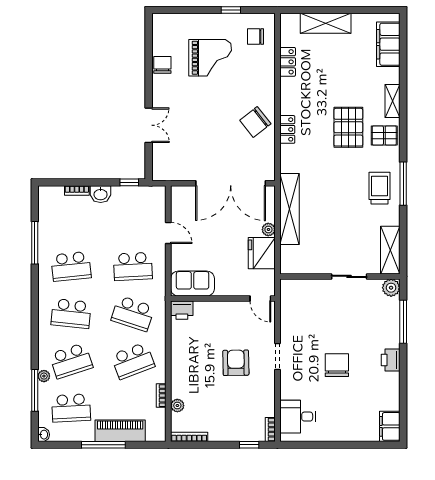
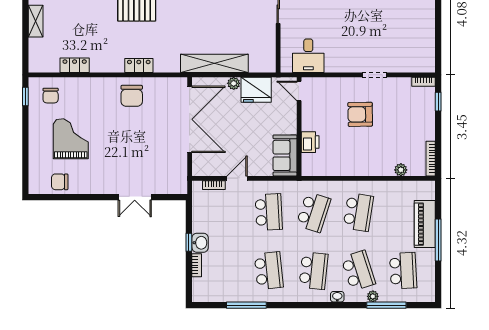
window: (231, 10) -> (25, 96), moved
shelving: (326, 23) -> (36, 21), width x0.67, depth x0.75
chair: (162, 65) -> (60, 182), moved
chair: (255, 122) -> (132, 96), turned 38
double door: (149, 125) -> (135, 197), swing flipped
window: (129, 182) -> (189, 242), moved
door: (260, 299) -> (299, 91), swing flipped
printer: (182, 310) -> (310, 142), moved
doorway: (277, 357) -> (374, 75), moved
school desk: (133, 361) -> (358, 212), turned 30
chair: (337, 365) -> (362, 18), removed
bookcase: (161, 396) -> (214, 185), moved
desk: (298, 417) -> (308, 56), moved
washbasin: (44, 435) -> (337, 297), moved

